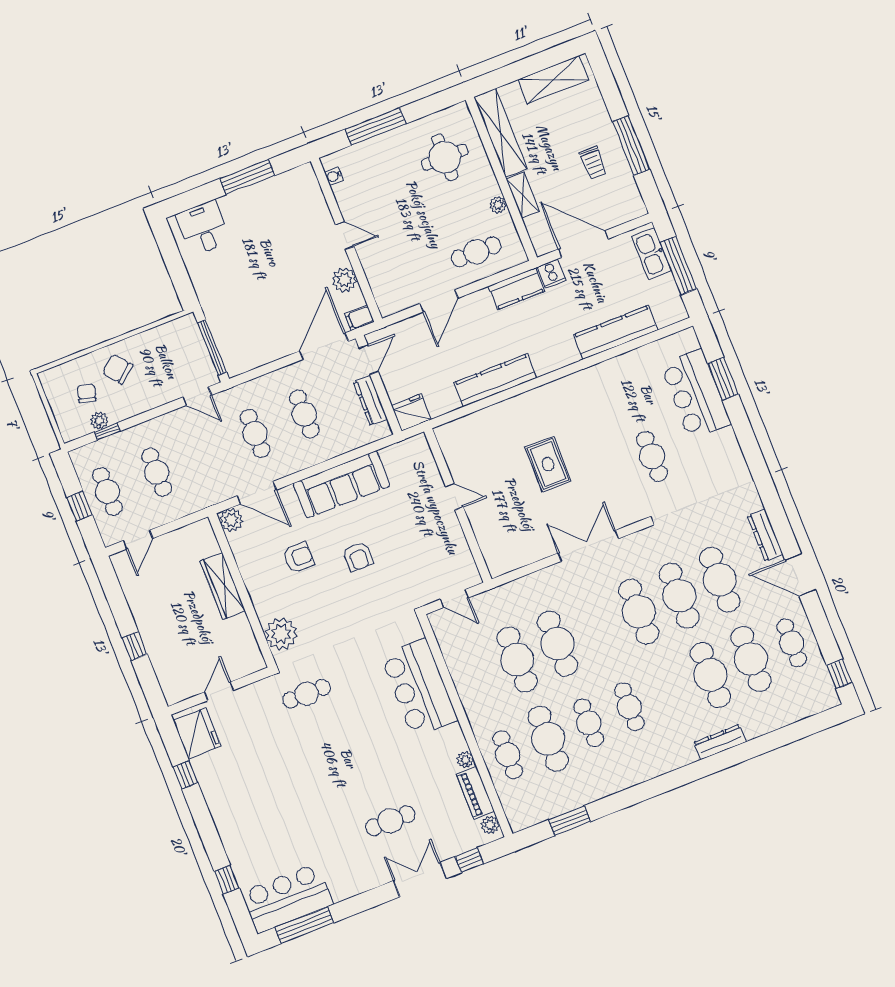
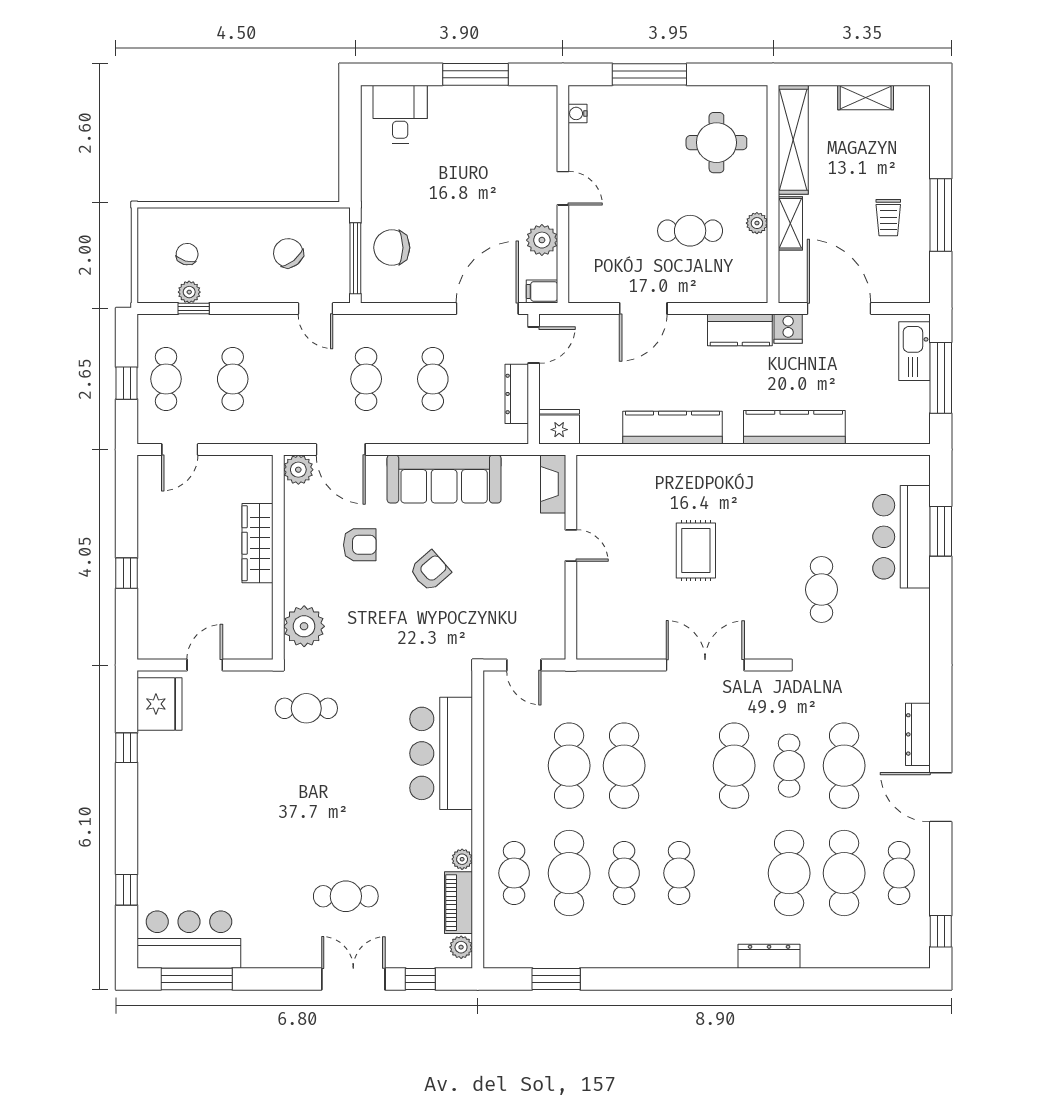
shelving: (553, 80) -> (866, 97), width x0.67, depth x0.75
cafe table: (476, 252) -> (690, 231), moved
chair: (236, 329) -> (392, 248), added
kitchen counter: (616, 332) -> (794, 427), moved
chair: (118, 369) -> (288, 253), moved
fireplace: (423, 457) -> (553, 484), added
armchair: (358, 556) -> (430, 571), turned -131
cafe table: (679, 596) -> (789, 766), width x0.73, depth x0.74

